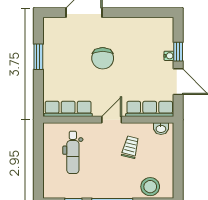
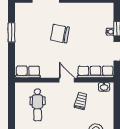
chair: (103, 58) -> (60, 34), turned 101
row of seats: (68, 109) -> (28, 72), width x0.68
door: (112, 120) -> (67, 80), hinge flipped

